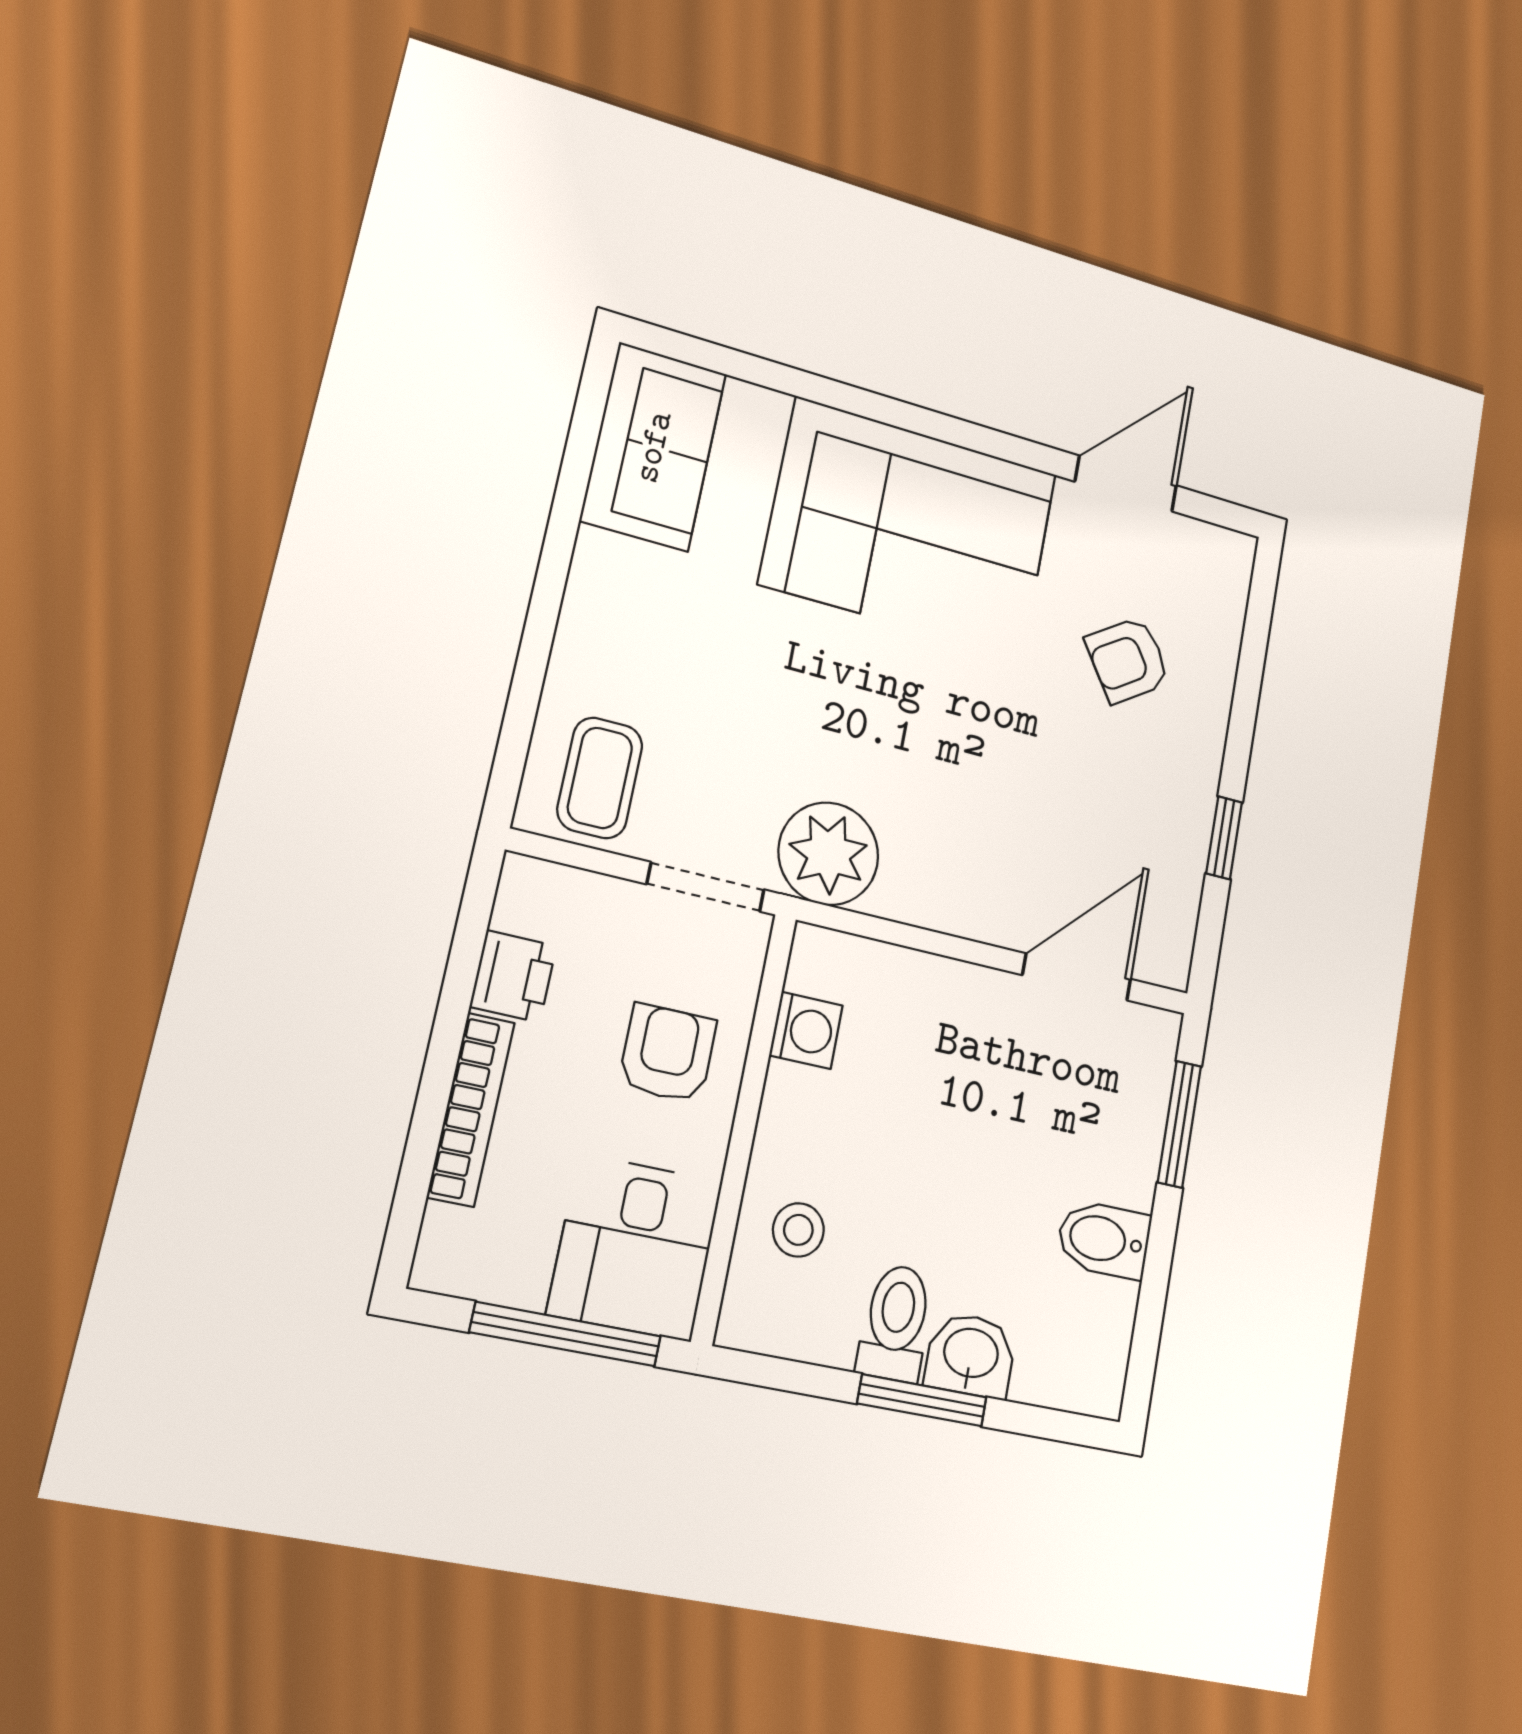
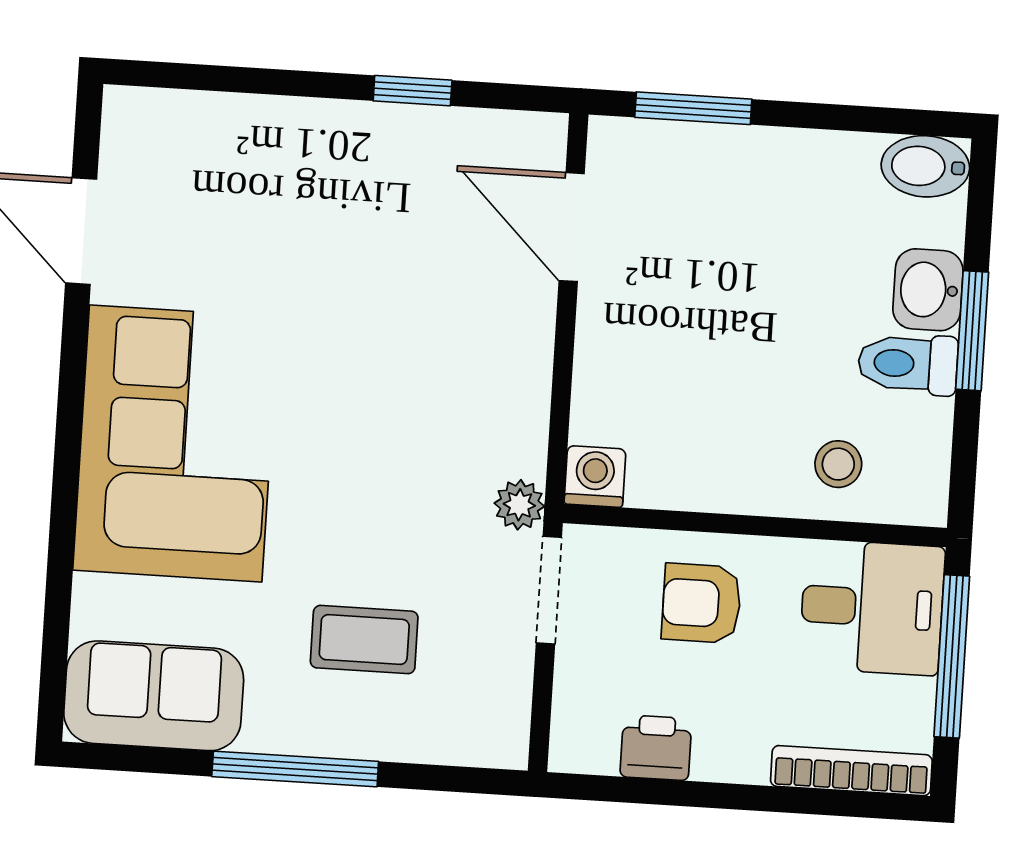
window: (552, 577) -> (295, 769), added
armchair: (1128, 660) -> (257, 209), removed
coffee table: (600, 778) -> (364, 640), moved
plant: (828, 854) -> (519, 505), width x0.53, depth x0.53
washing machine: (806, 1030) -> (595, 477), moved
bookcase: (471, 1109) -> (851, 771), moved
bidet: (1104, 1239) -> (925, 166), moved, turned 90

